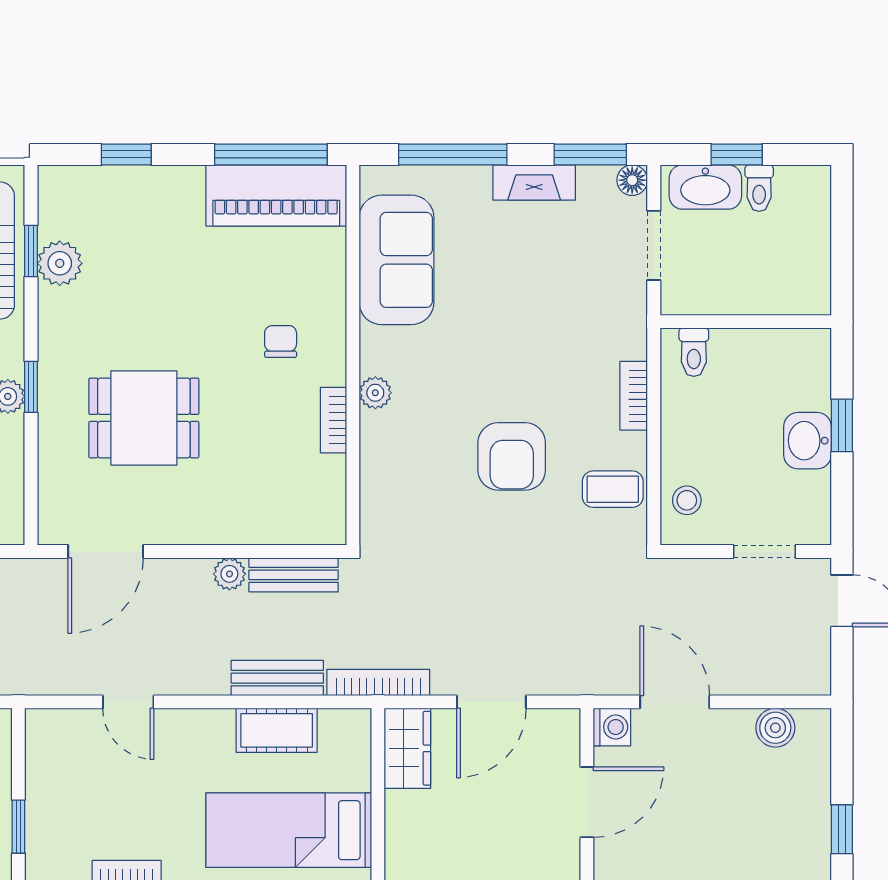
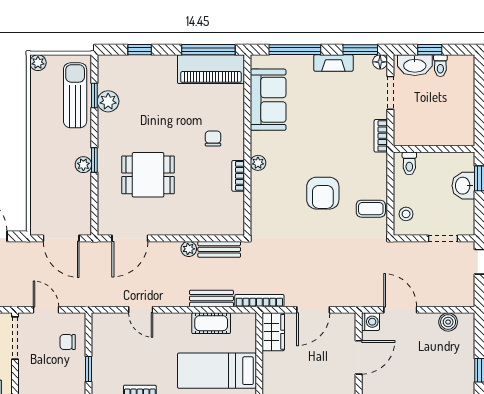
wall: (746, 322) -> (434, 149), moved
toilet: (694, 352) -> (409, 163), moved
bookcase: (634, 396) -> (381, 136), moved

